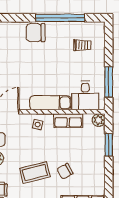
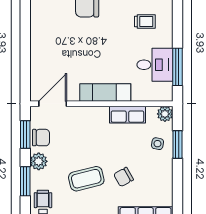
desk: (85, 96) -> (155, 65), moved, turned -90
side table: (38, 125) -> (157, 144), moved

